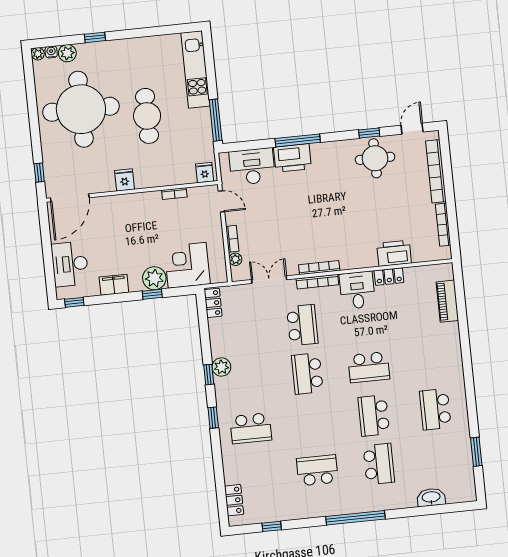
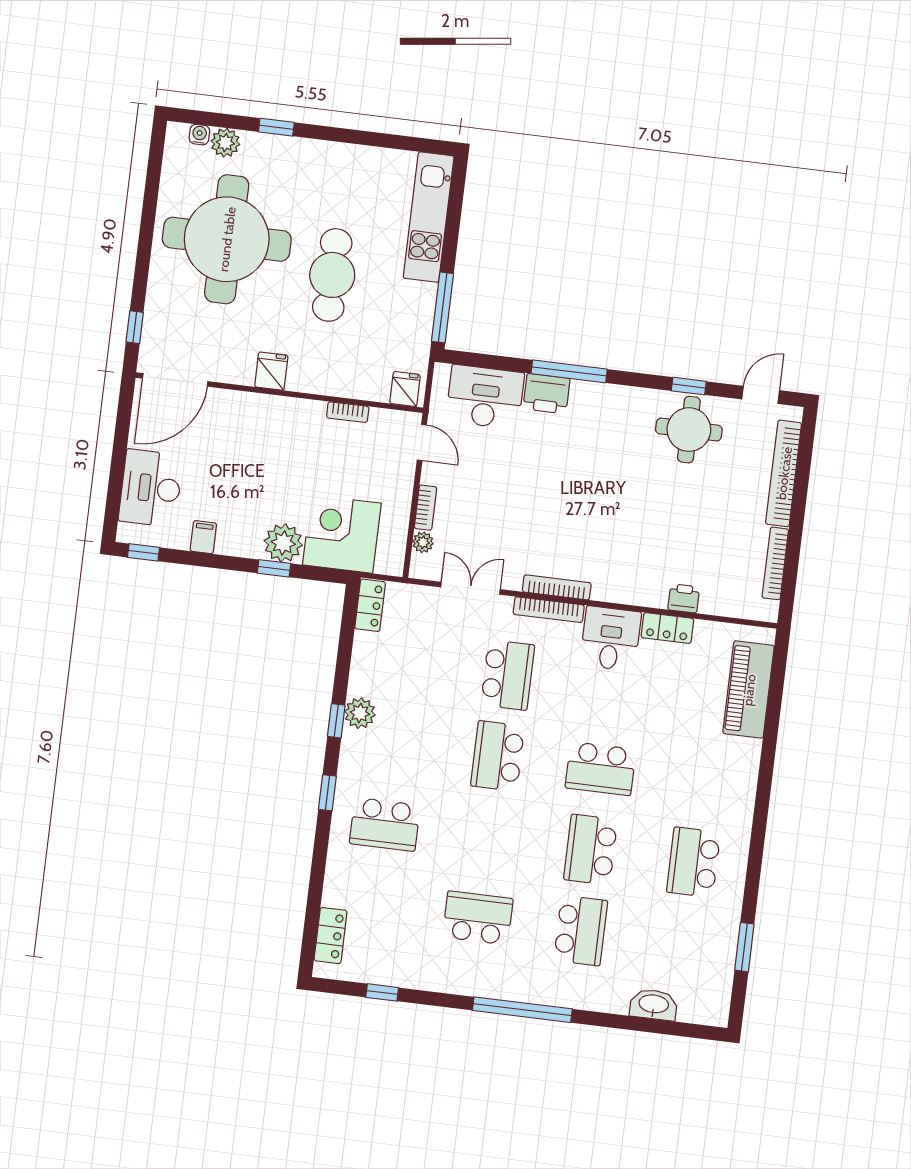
plant: (38, 54) -> (177, 133), removed
printer: (292, 158) -> (546, 394), width x0.73, depth x0.84
printer: (394, 253) -> (684, 598), width x0.53, depth x0.68
filing cabinet: (114, 285) -> (203, 537), width x0.50
piano: (447, 301) -> (749, 690), width x1.37, depth x1.33

